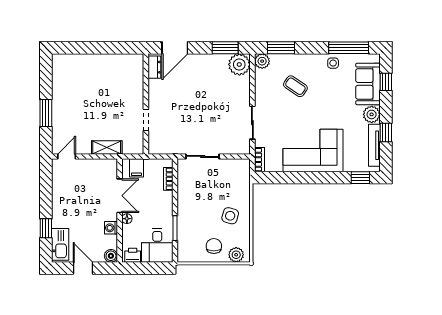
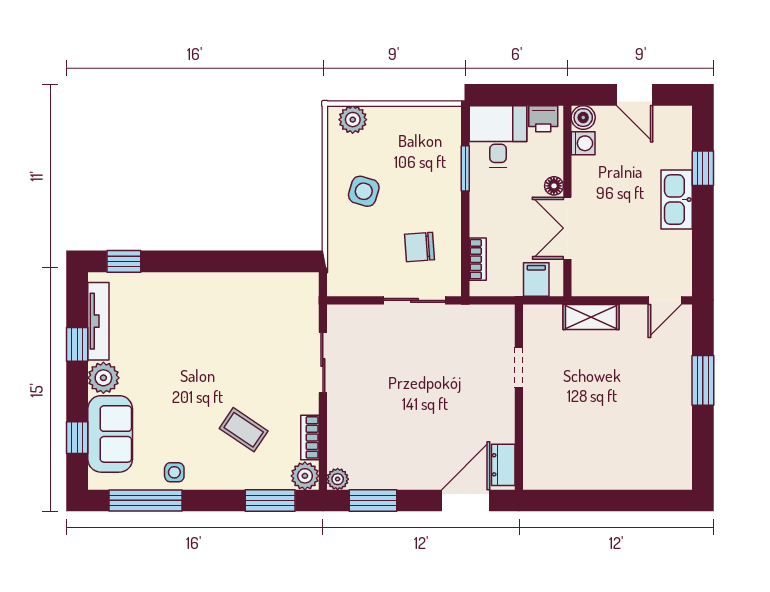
plant: (239, 64) -> (338, 479), width x0.53, depth x0.53
corner sofa: (313, 150) -> (211, 311), removed
bookcase: (259, 160) -> (310, 437), moved
washing machine: (111, 228) -> (583, 143), moved
kitchen sink: (60, 244) -> (677, 200), moved
chair: (214, 246) -> (419, 247), moved, turned 86

